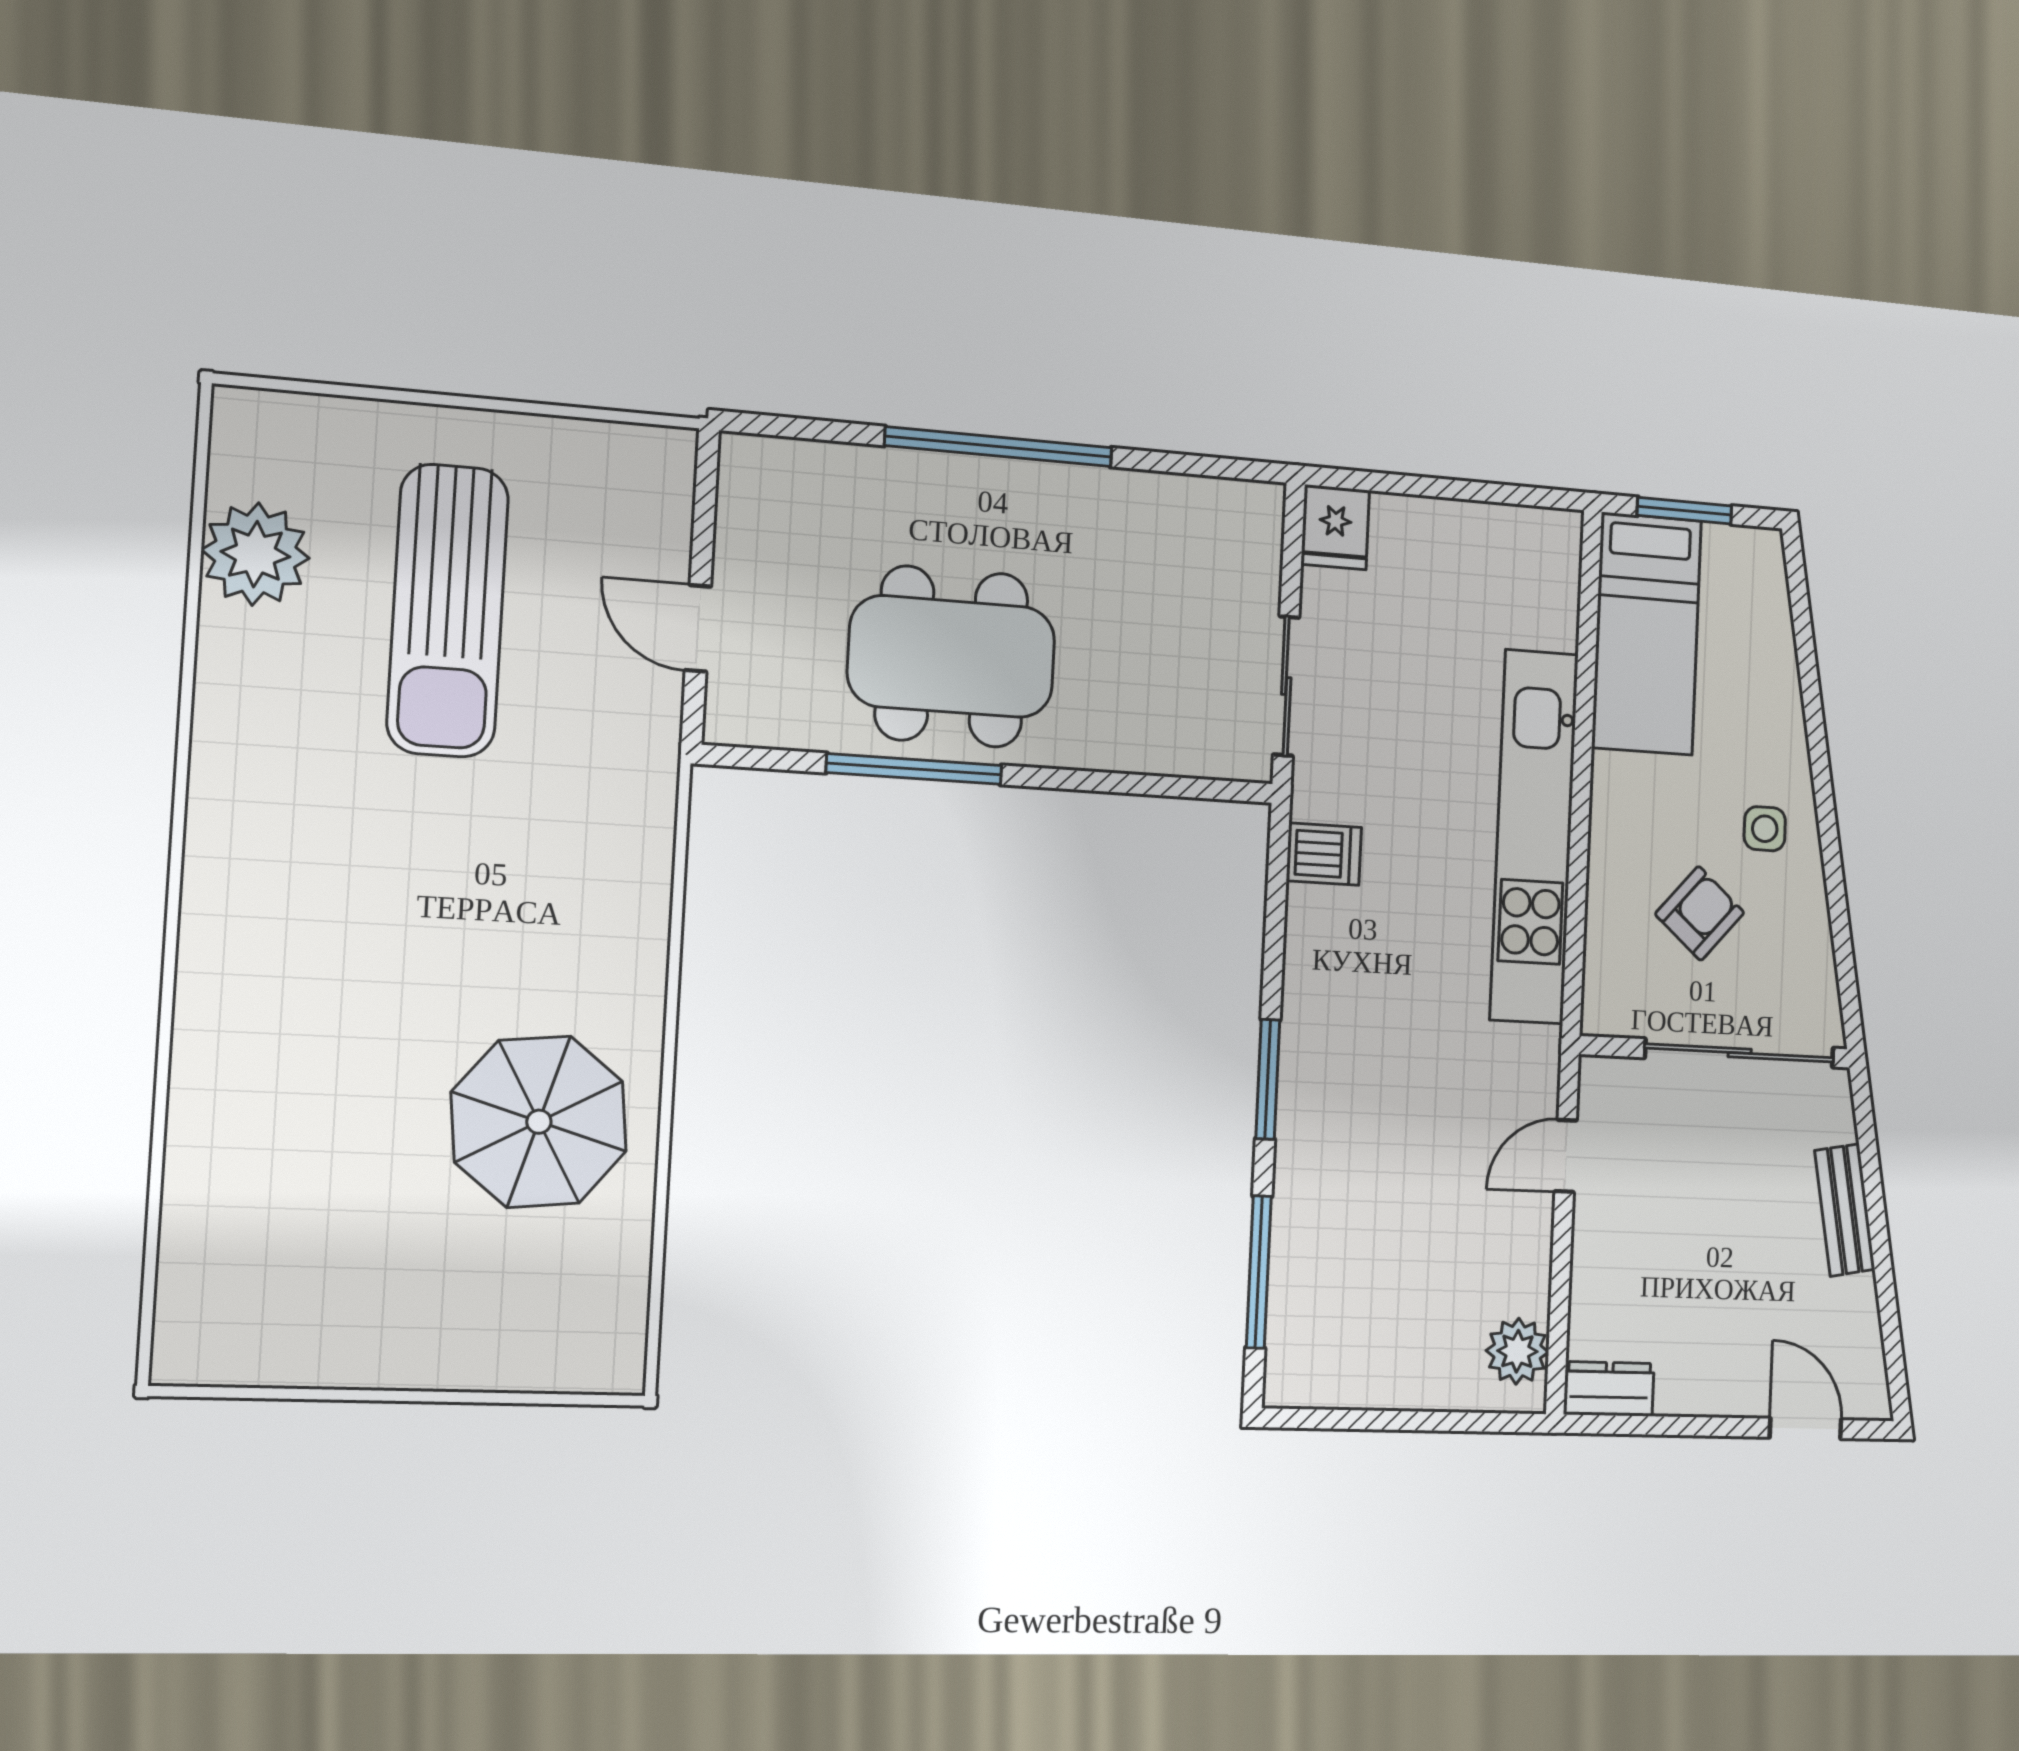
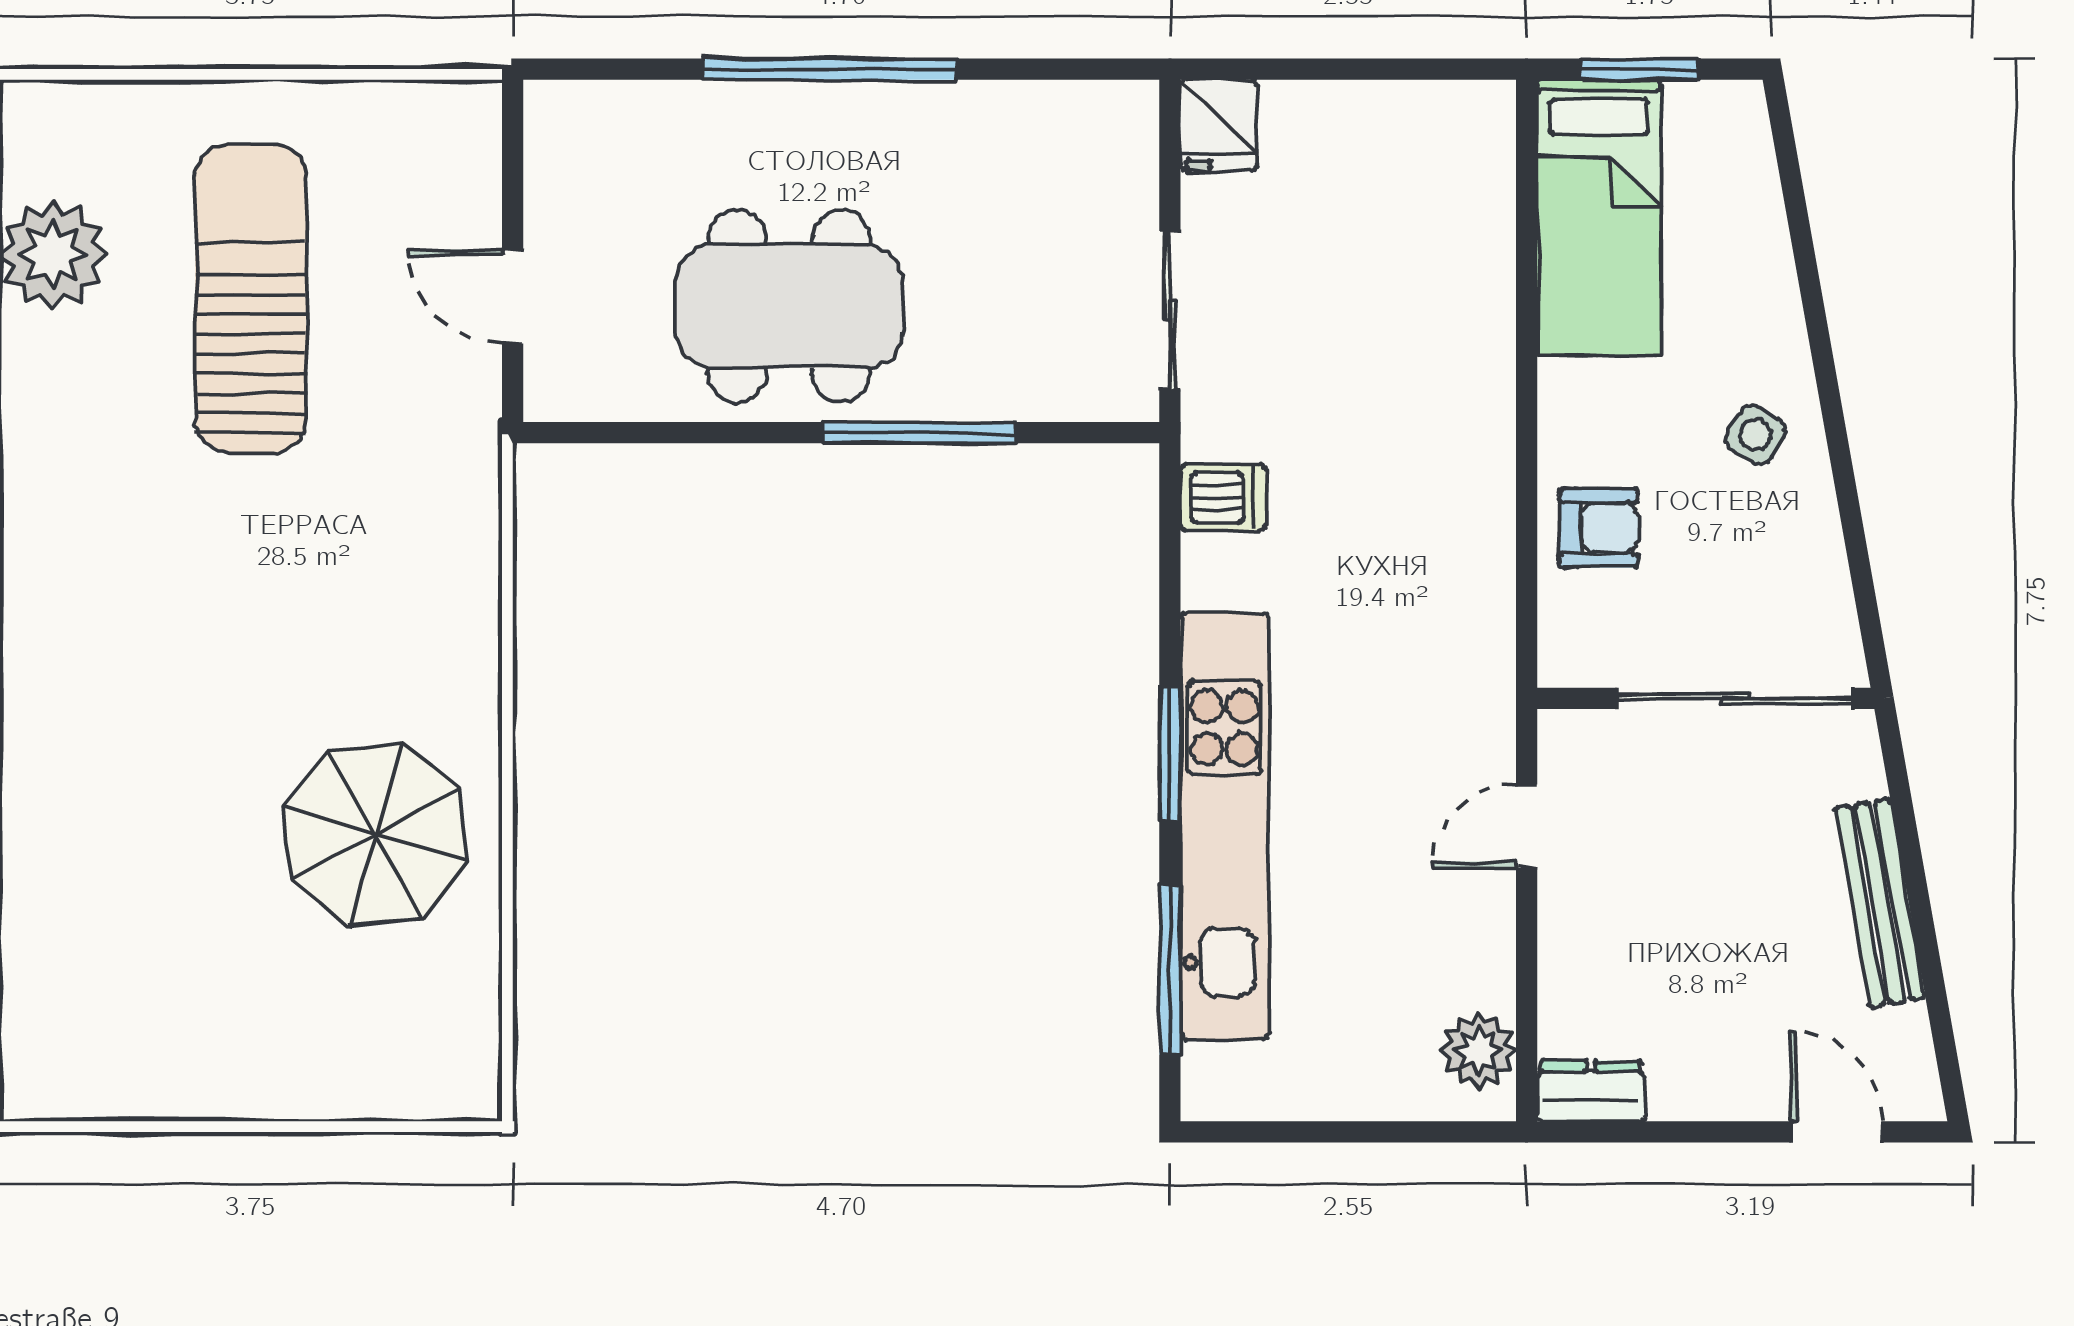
sun lounger: (448, 610) -> (251, 298), turned 180
window: (914, 769) -> (919, 433), moved
side table: (1765, 829) -> (1756, 435), turned 30
kitchen unit: (1534, 837) -> (1225, 826), moved, turned 180
armchair: (1700, 913) -> (1598, 528), moved, turned 49
bench: (1845, 1210) -> (1880, 903), width x1.36

